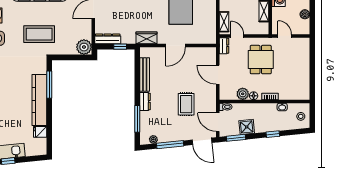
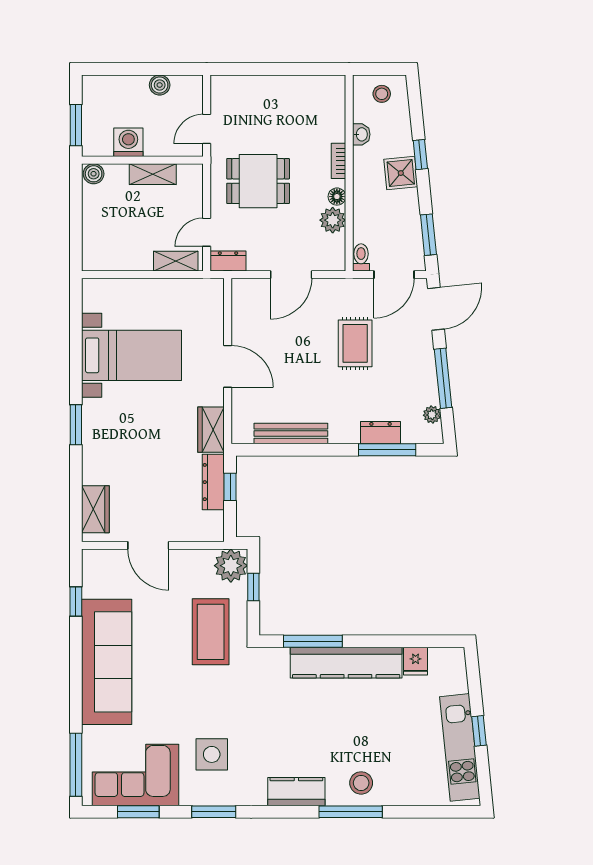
coffee table: (39, 34) -> (211, 632), moved
dresser: (108, 39) -> (213, 482), moved
window: (74, 57) -> (253, 587), added
dresser: (145, 101) -> (381, 433), moved
rug: (186, 104) -> (355, 343), turned 90
shower: (247, 127) -> (401, 173), moved

